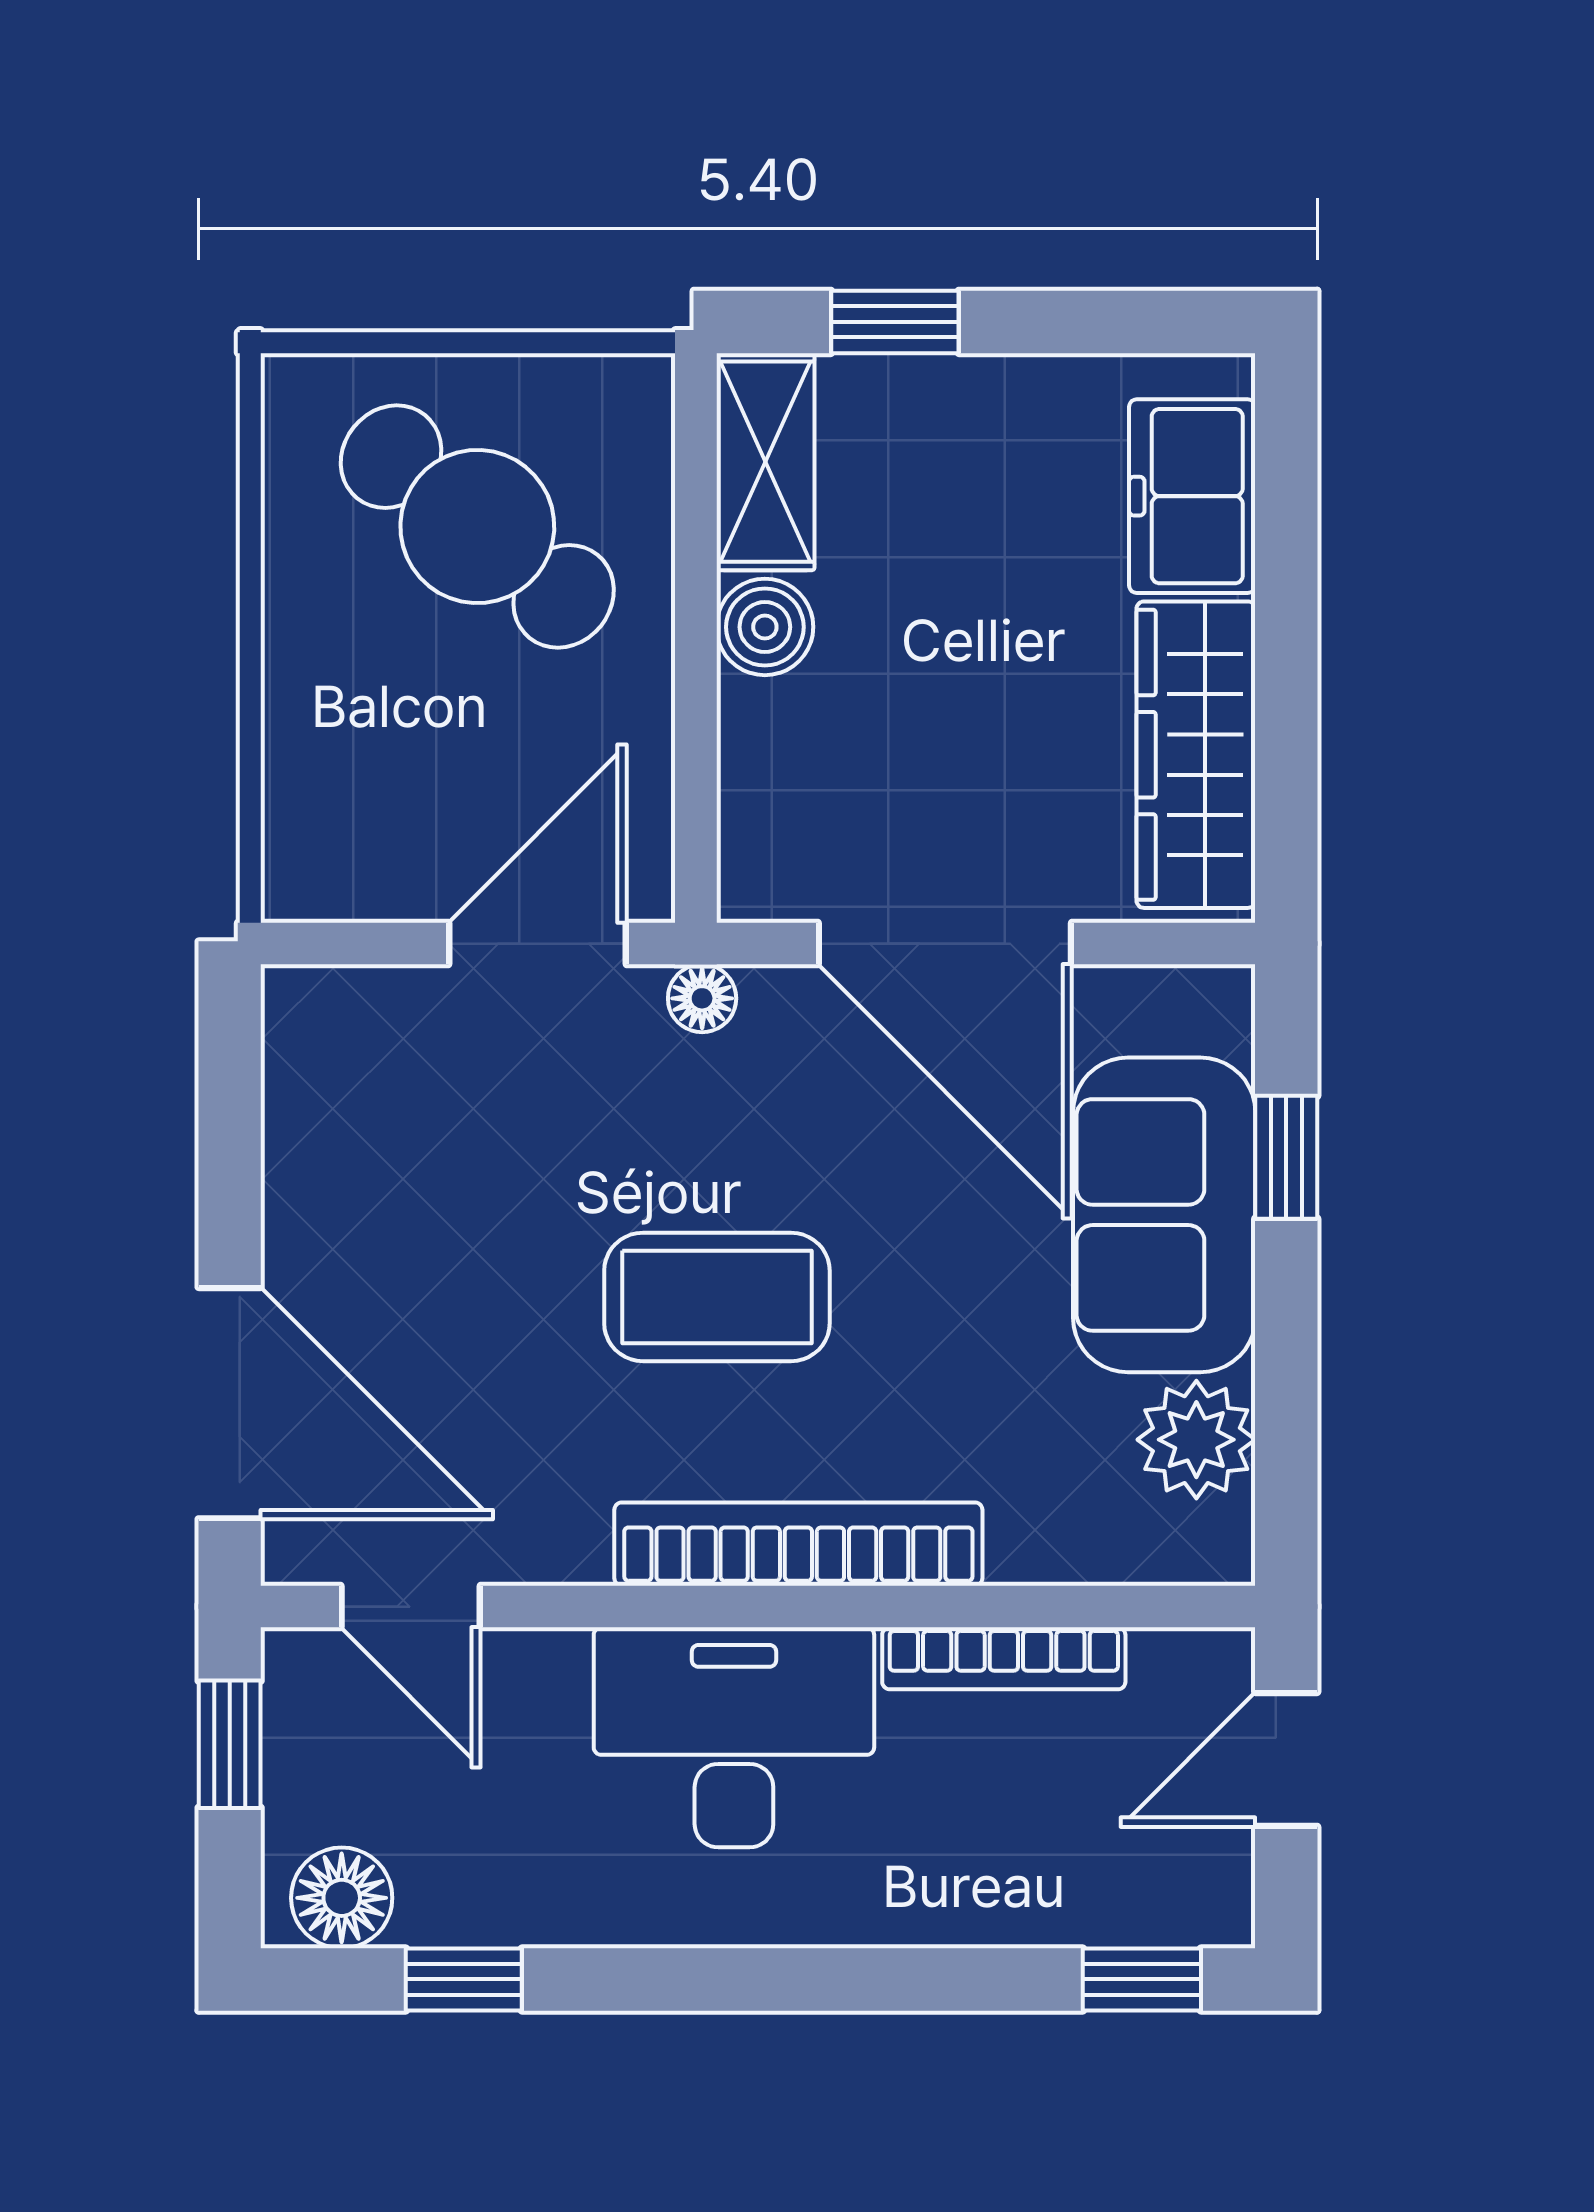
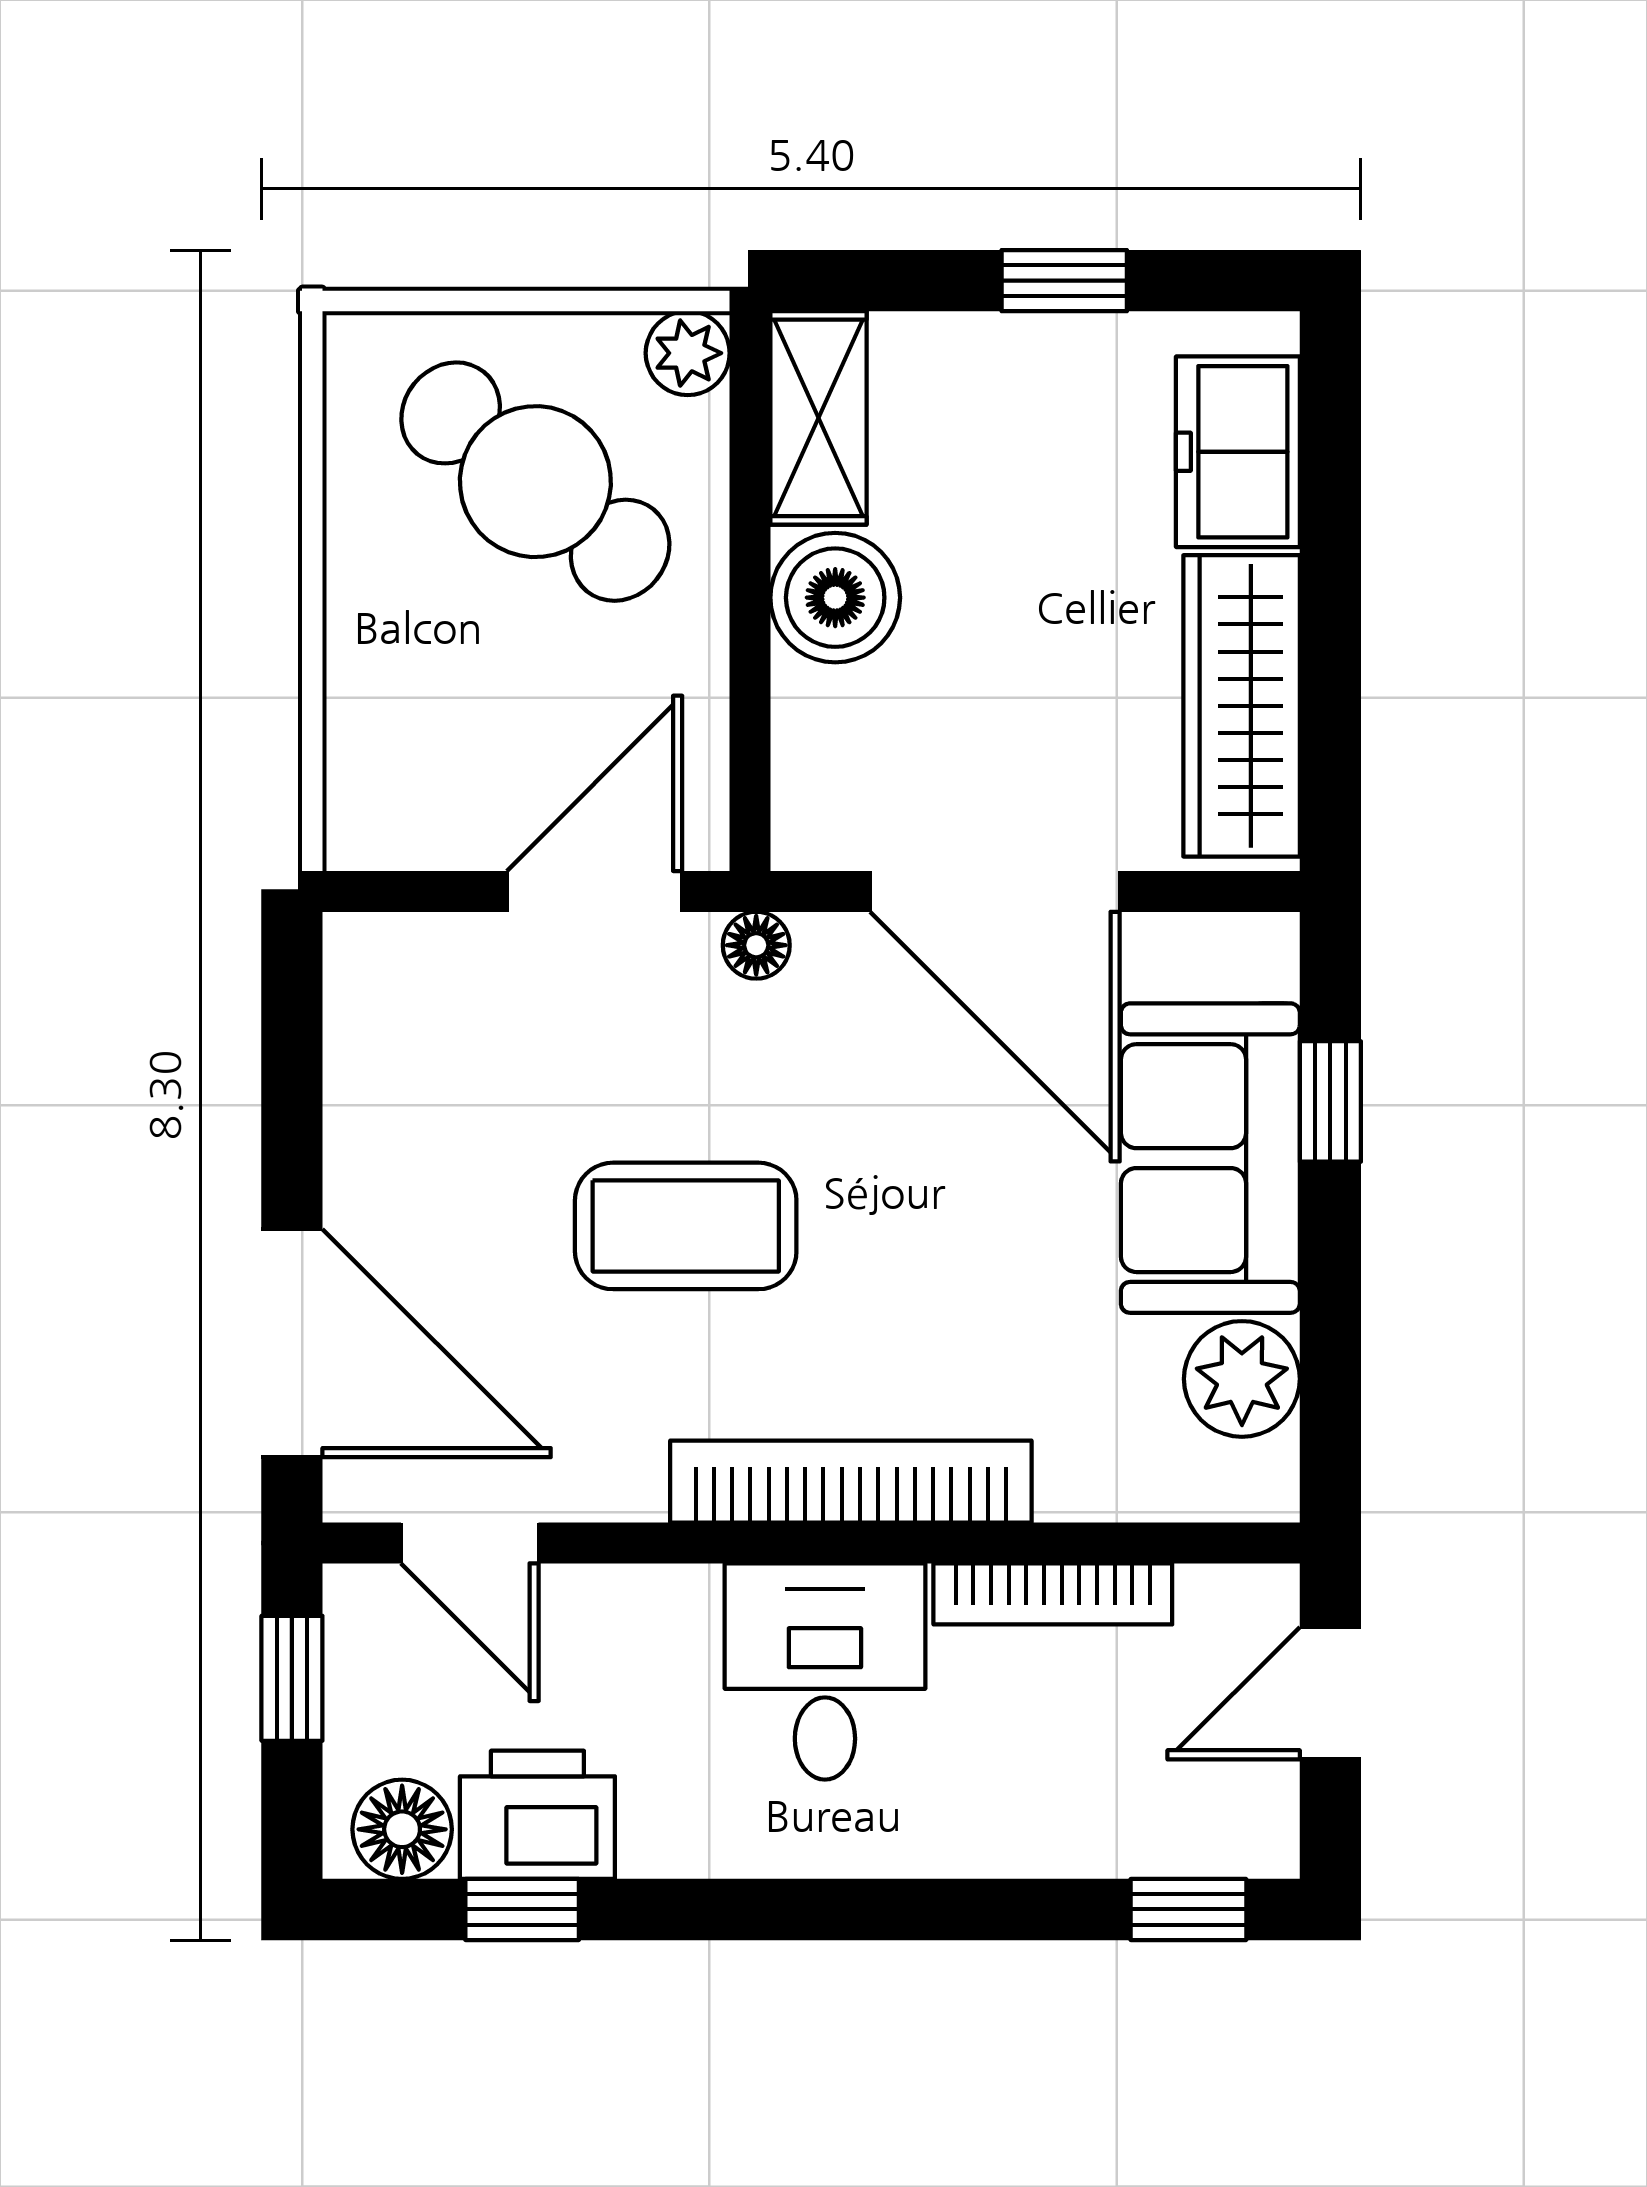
window: (895, 322) -> (1064, 281), moved
plant: (632, 396) -> (688, 353), added
boiler: (765, 627) -> (835, 598), width x1.36, depth x1.36
coffee table: (717, 1297) -> (686, 1226), moved
desk: (734, 1737) -> (825, 1672), width x0.73
printer: (479, 1883) -> (537, 1815), added

